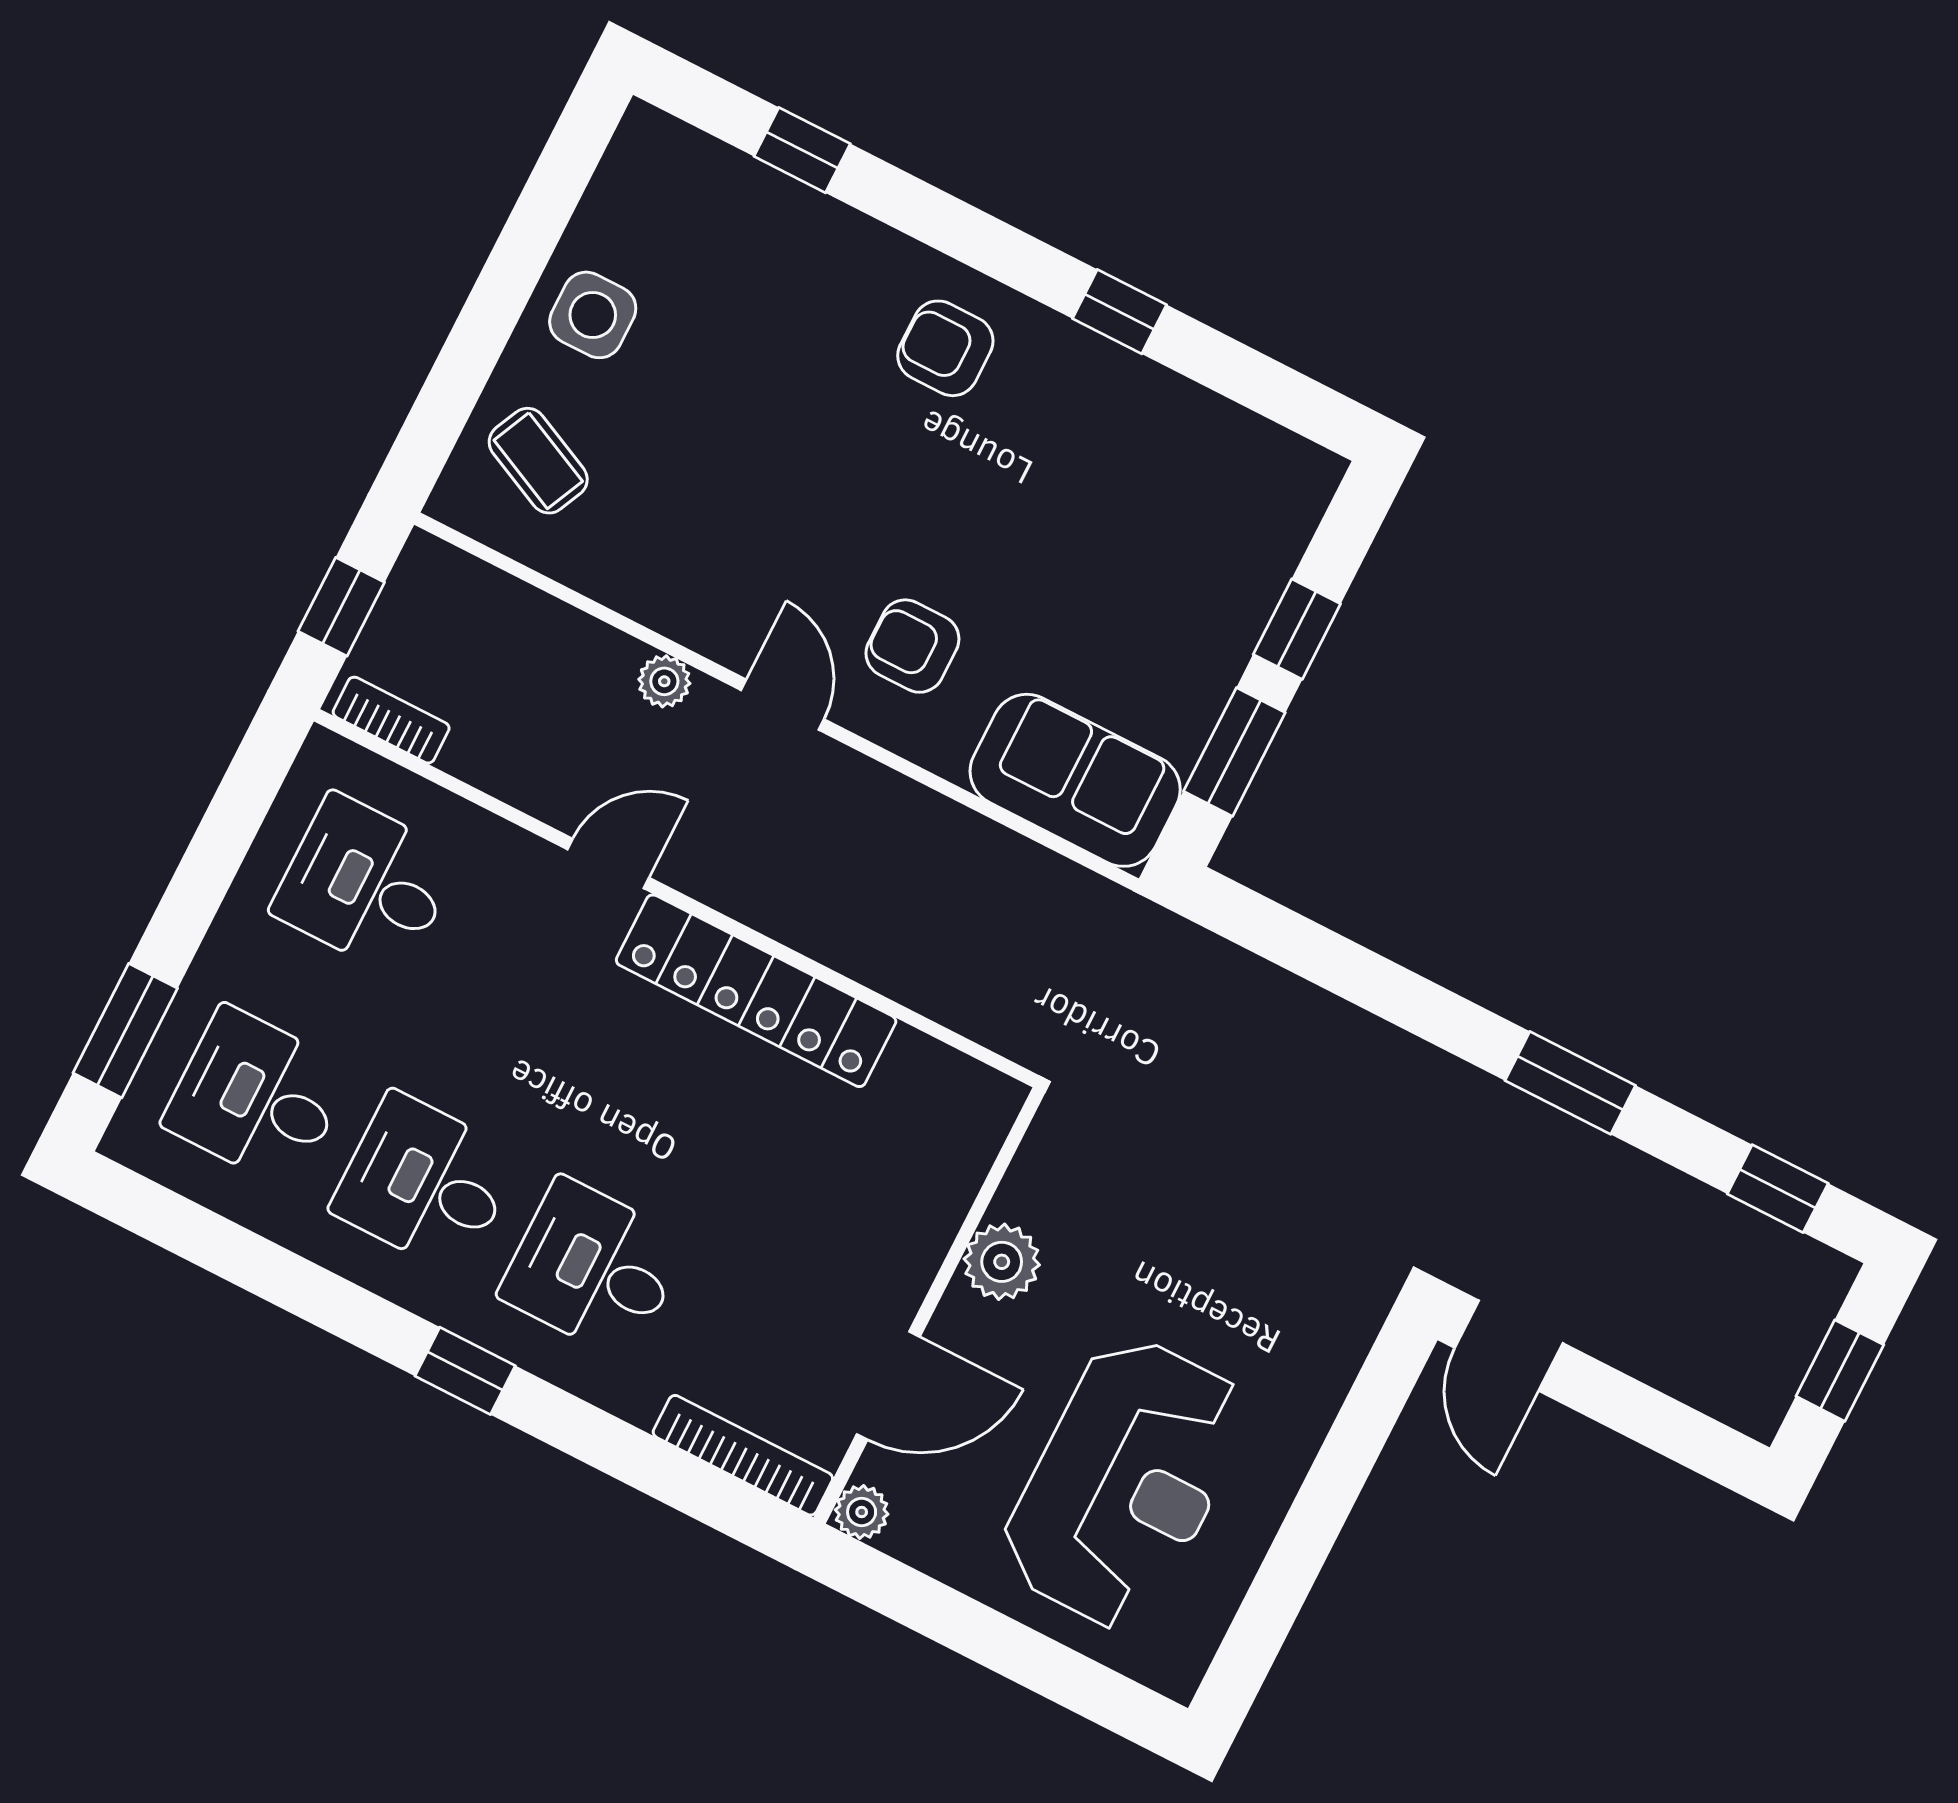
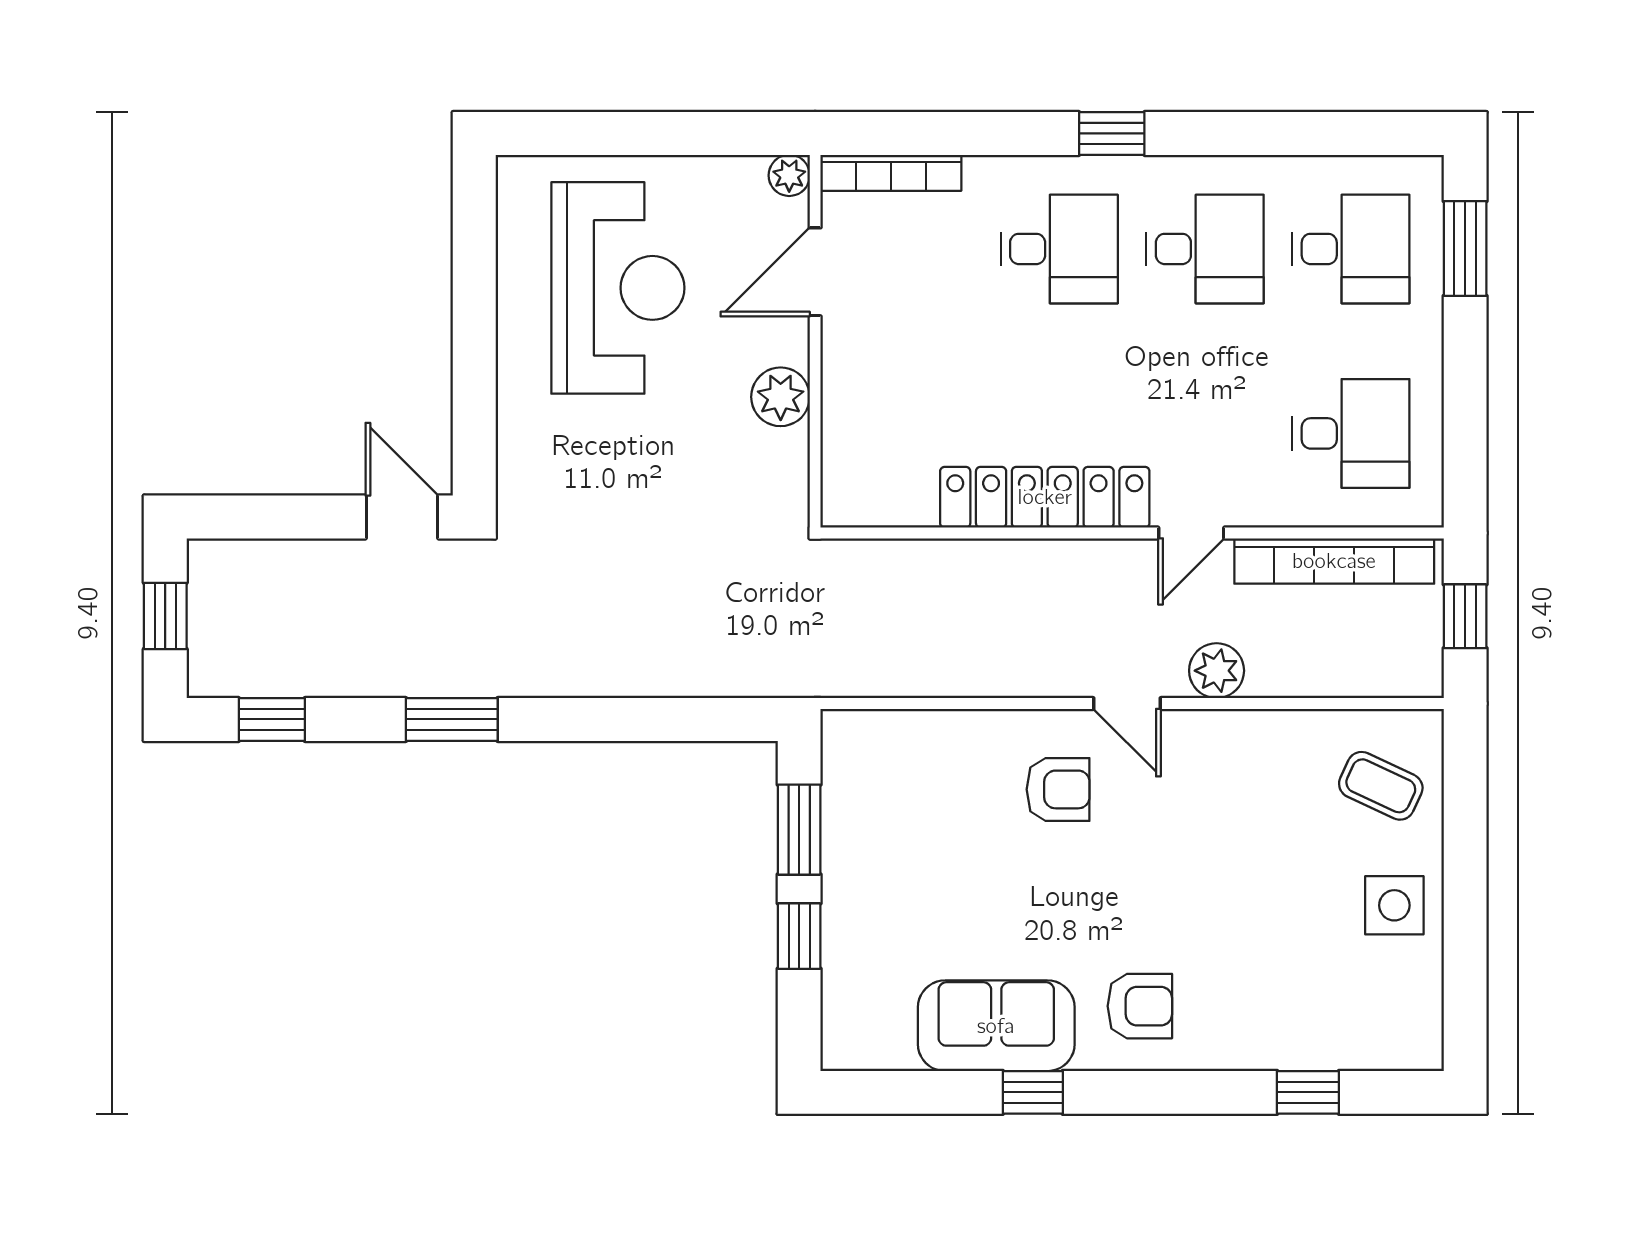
plant: (664, 681) -> (1217, 671), width x1.38, depth x1.38
bookcase: (391, 720) -> (1334, 561), width x2.31, depth x1.31
sofa: (1075, 780) -> (996, 1026), moved, turned 180
reception desk: (1125, 1483) -> (618, 288), turned 180

